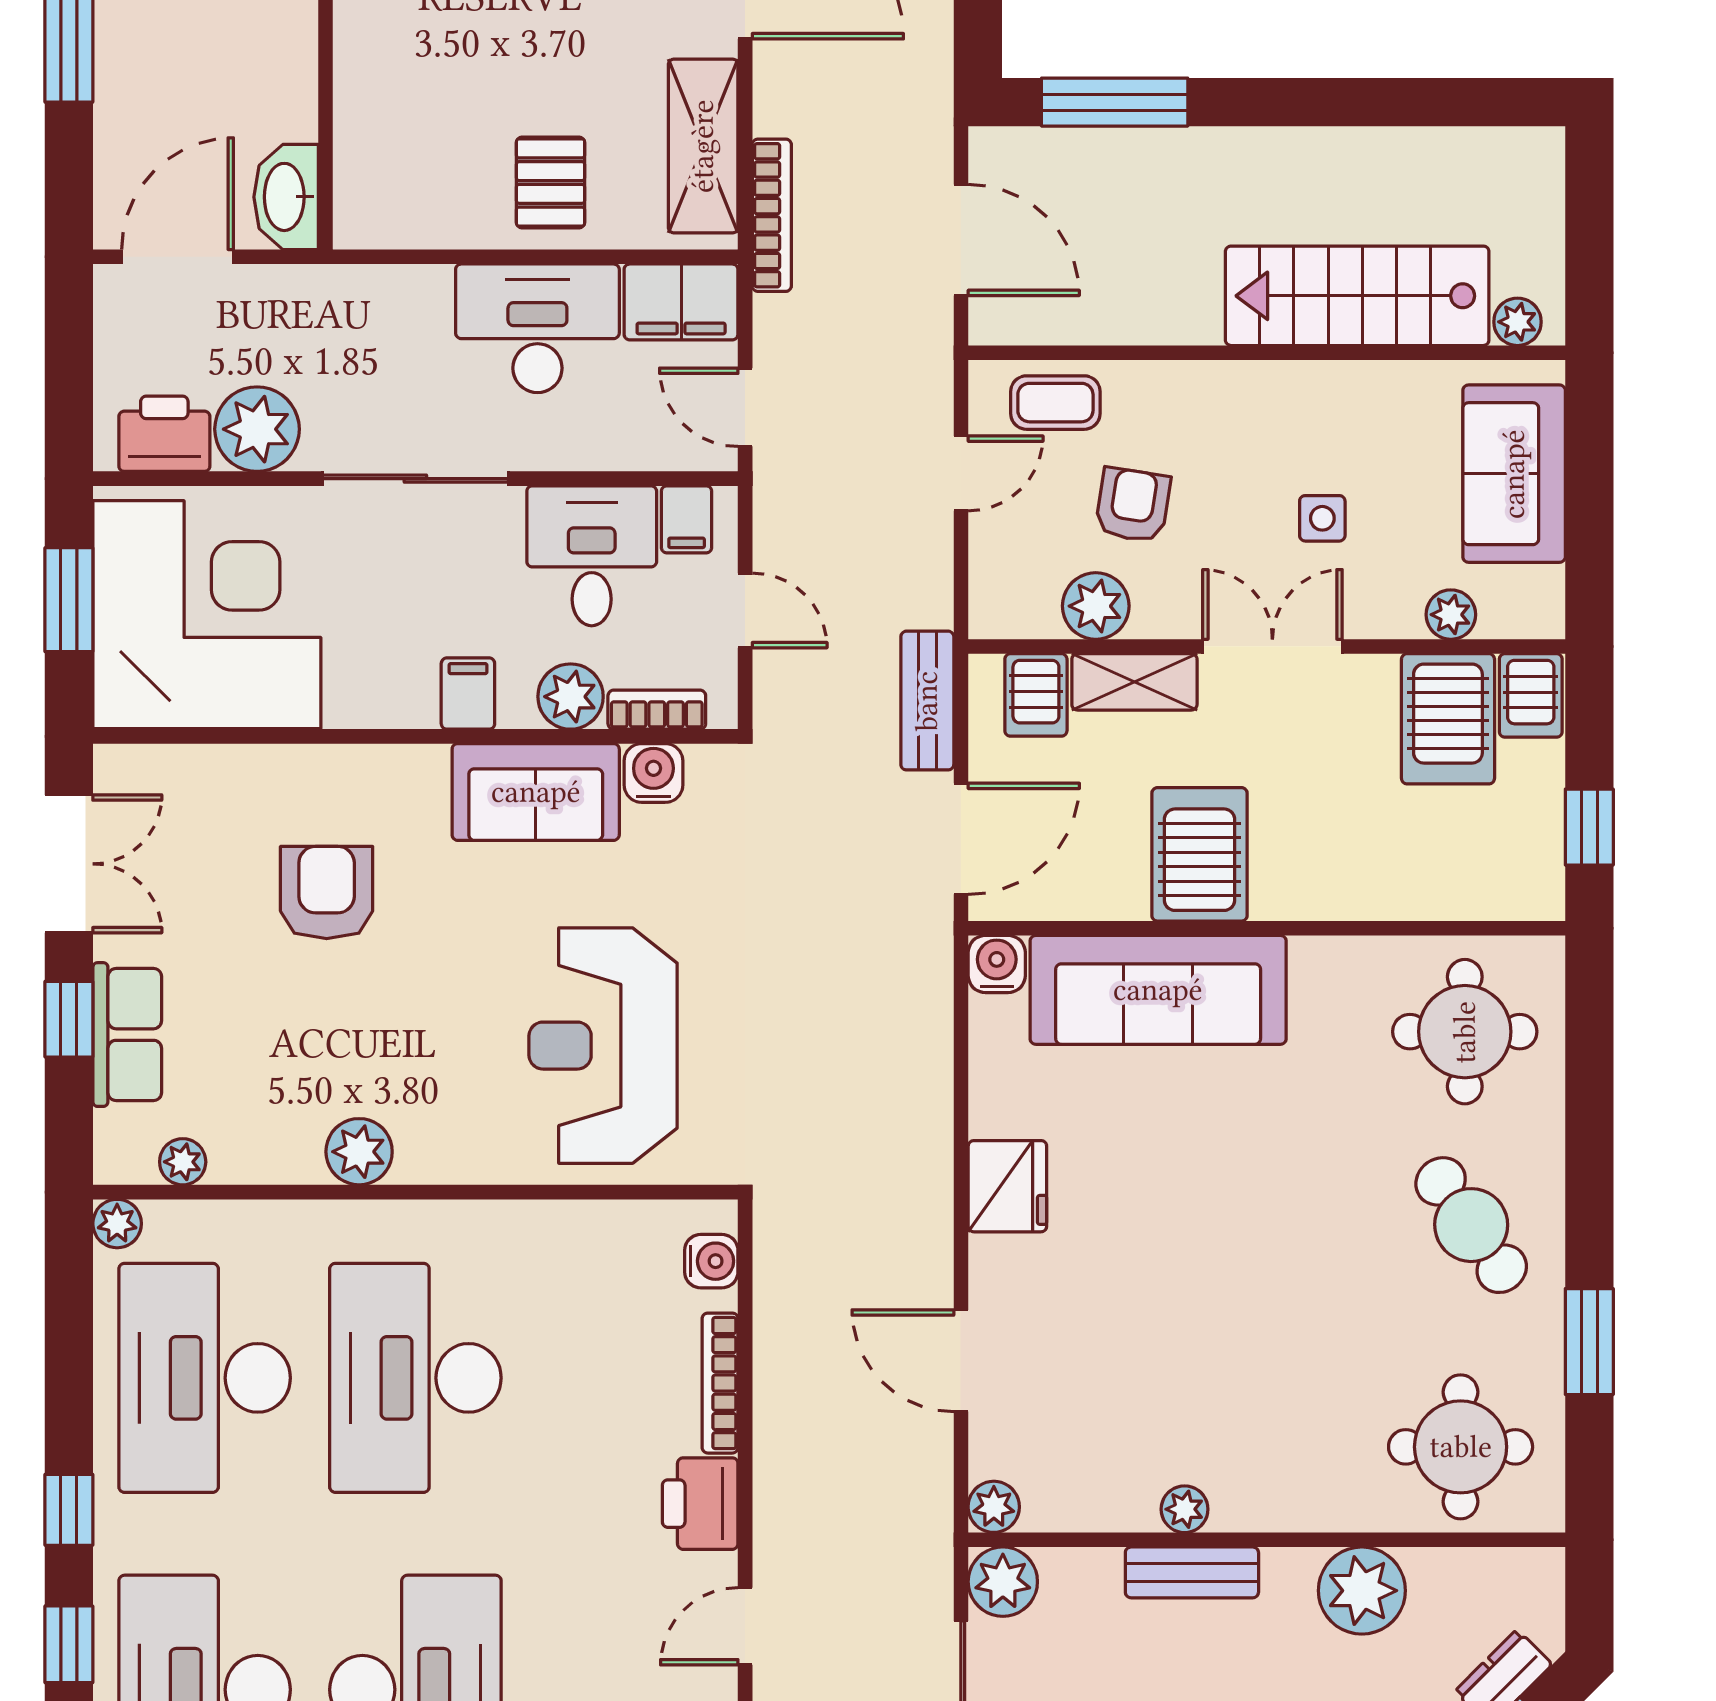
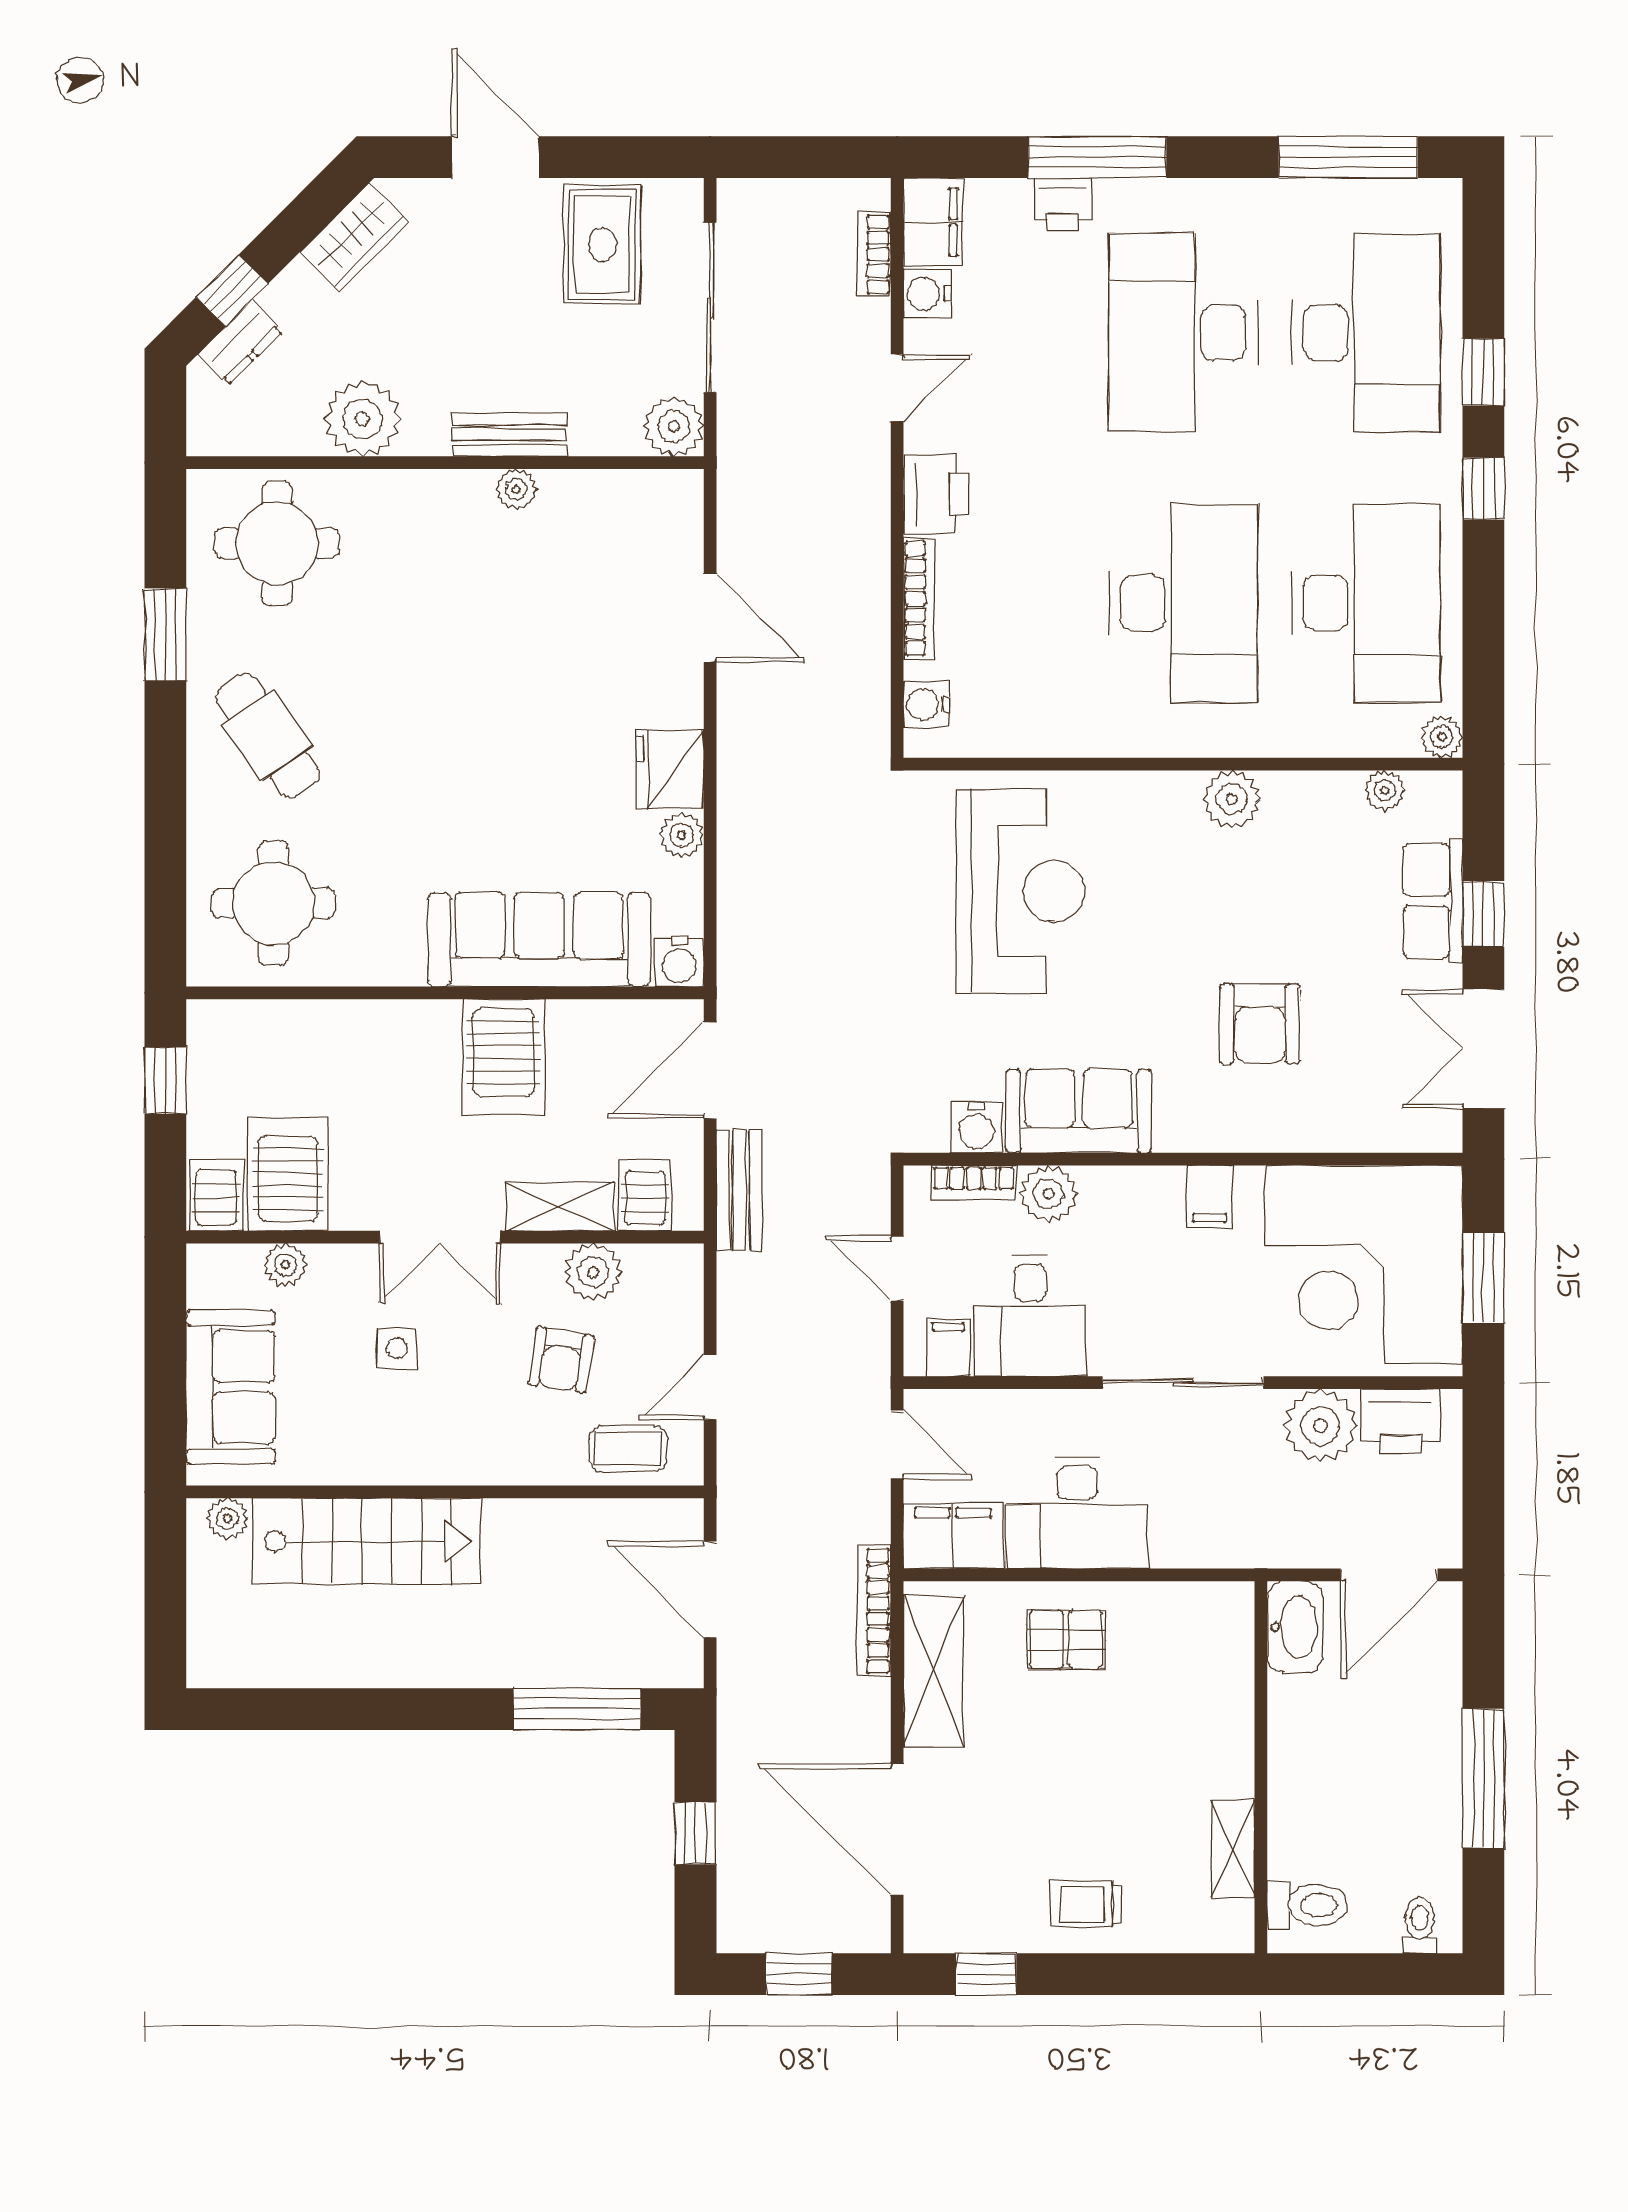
pallet: (551, 182) -> (1066, 1639), turned 90
filing cabinet: (468, 694) -> (1210, 1196), moved
plant: (994, 1507) -> (682, 835), moved

